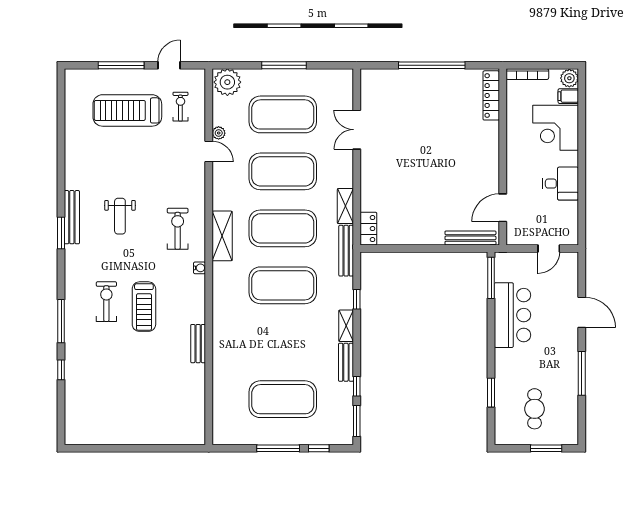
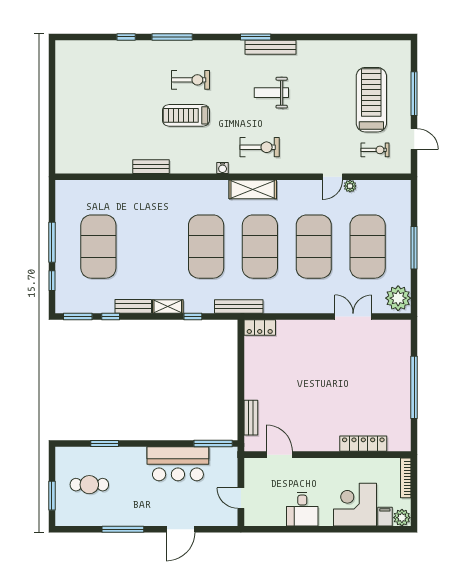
plant: (227, 82) -> (398, 298), moved
locker: (491, 95) -> (363, 444), moved
shelving: (345, 206) -> (281, 306), removed
bench: (470, 238) -> (251, 418), width x0.73

